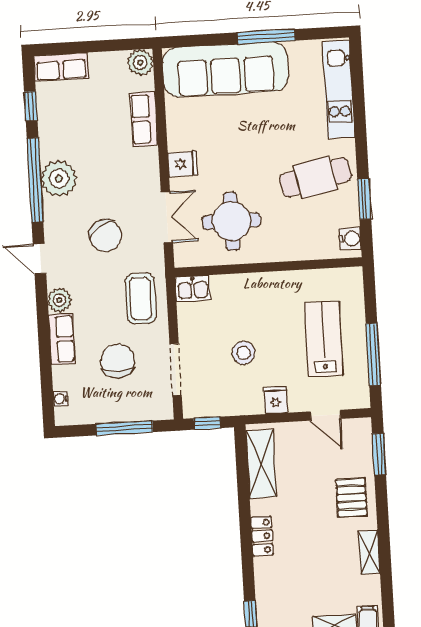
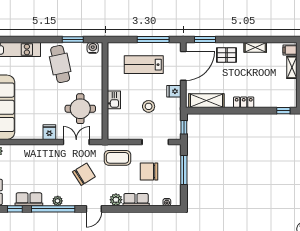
row of seats: (144, 119) -> (29, 199), moved, turned 180
plant: (59, 178) -> (58, 201), width x0.53, depth x0.53
kitchen sink: (193, 288) -> (114, 100), moved
door: (326, 415) -> (183, 66), width x1.87

